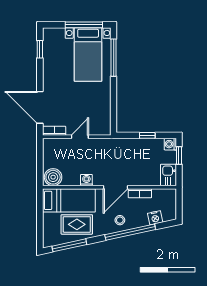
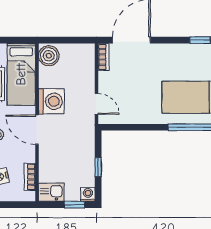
door: (80, 137) -> (97, 104), moved
washing machine: (86, 180) -> (51, 101), width x1.89, depth x1.89
bookcase: (140, 193) -> (30, 177), moved

